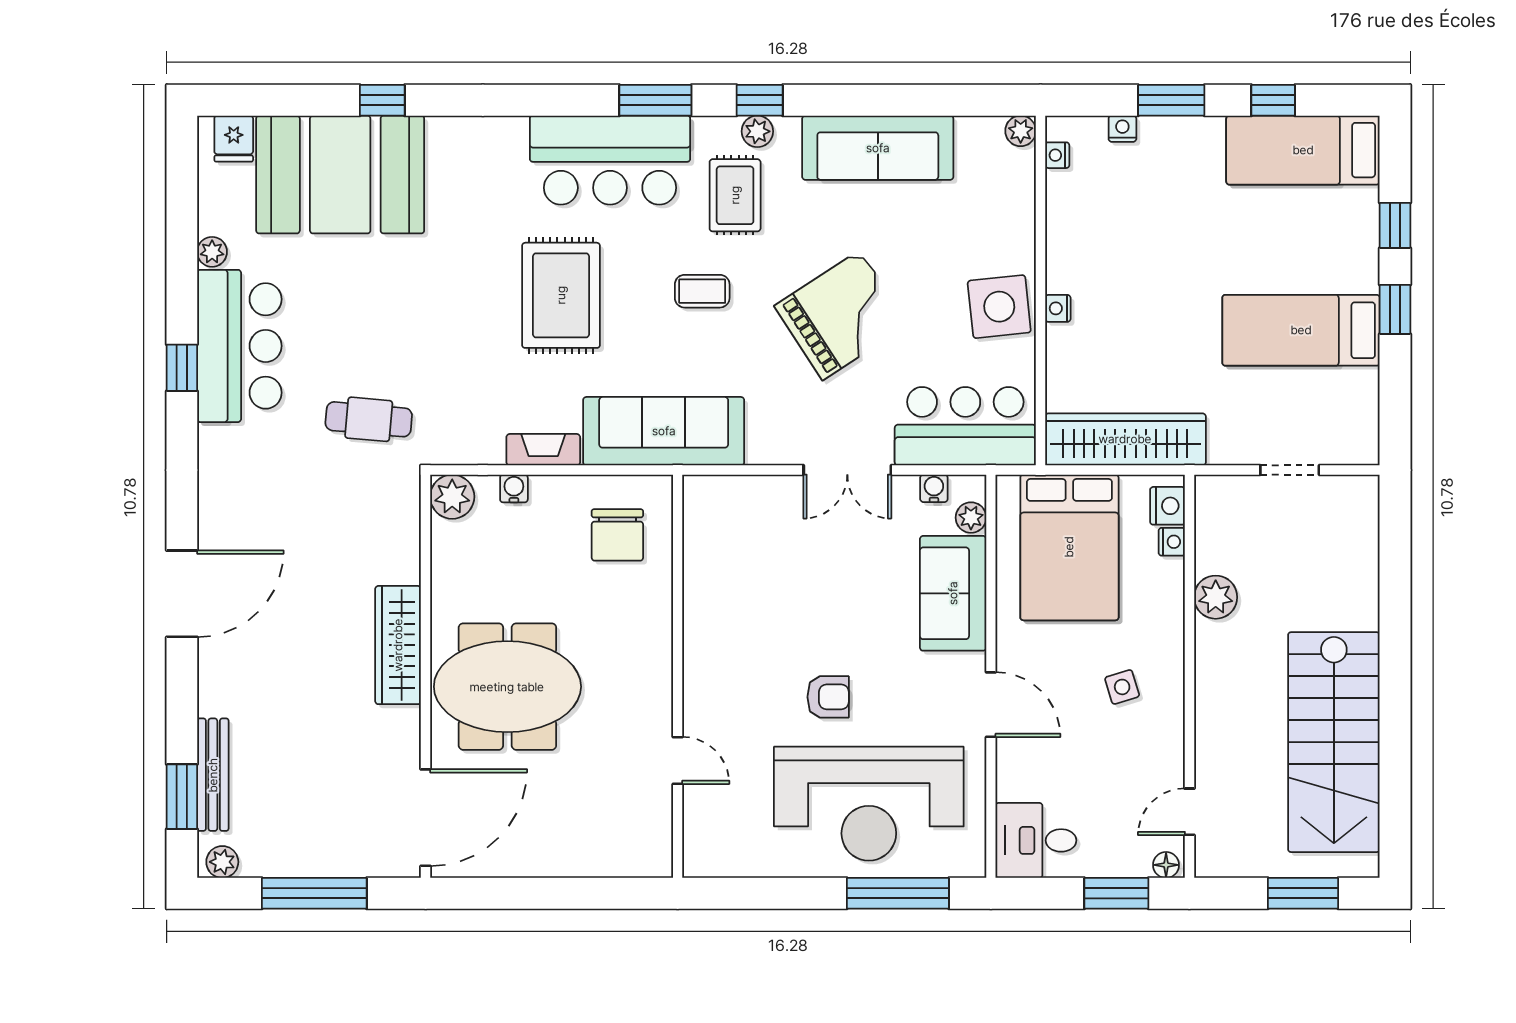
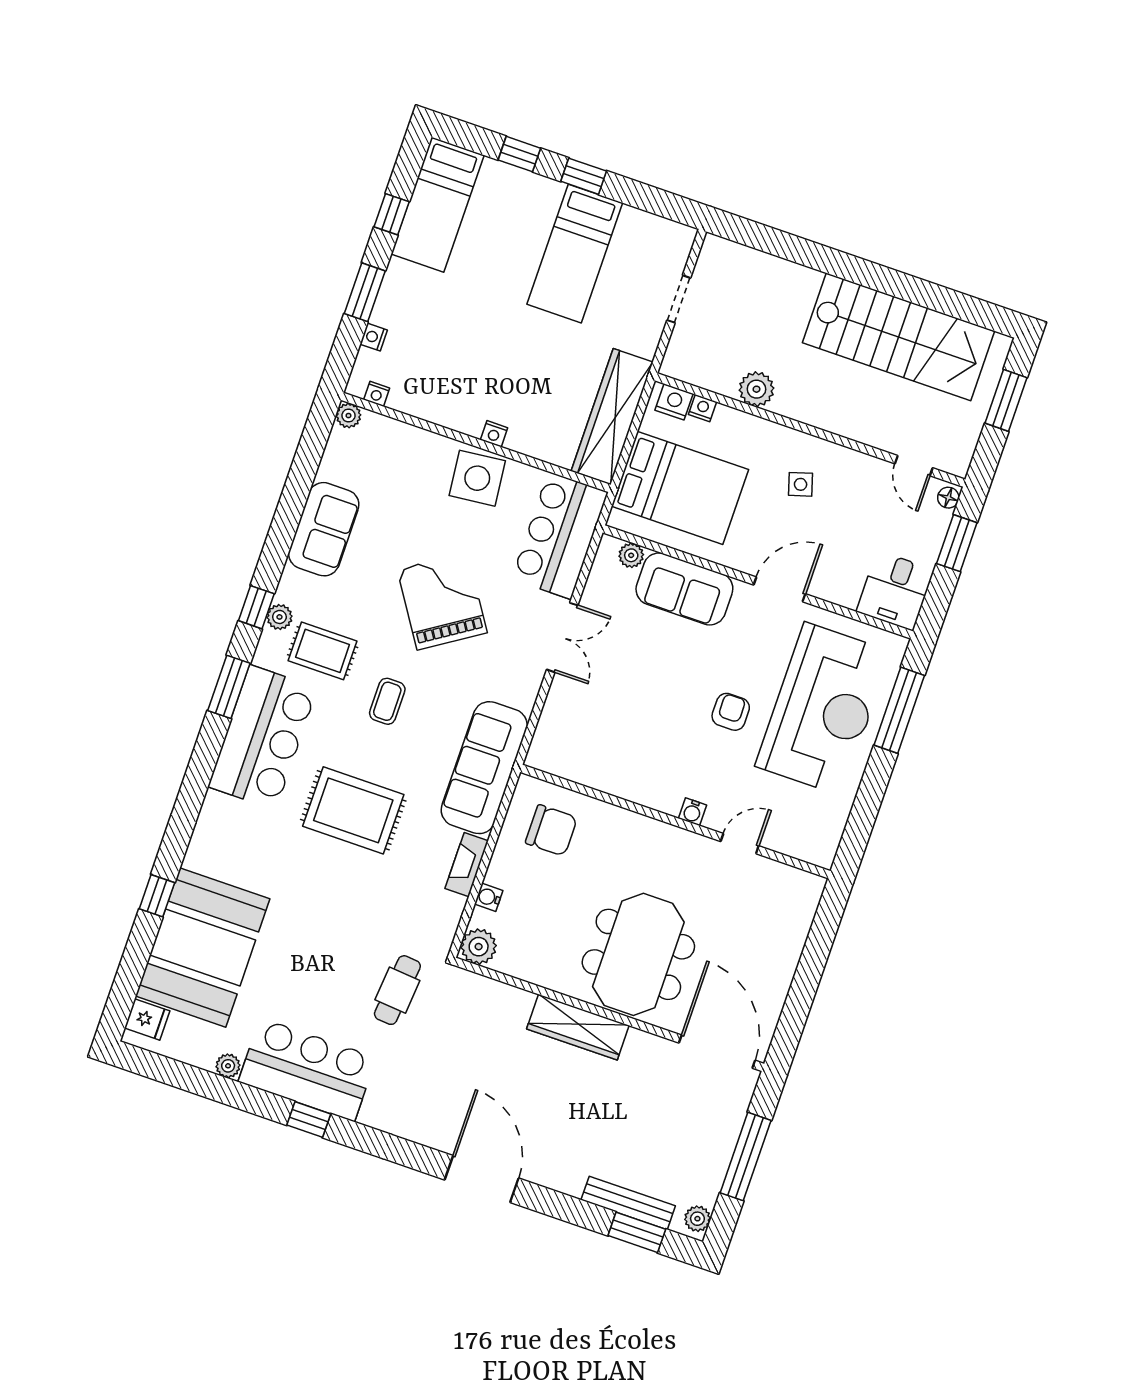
sofa: (878, 148) -> (324, 529), width x0.73
water cooler: (934, 488) -> (693, 812), moved, turned -90

